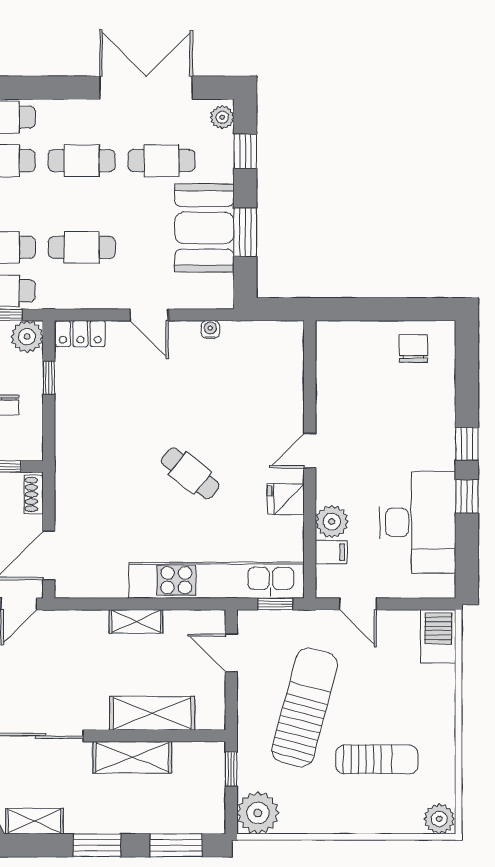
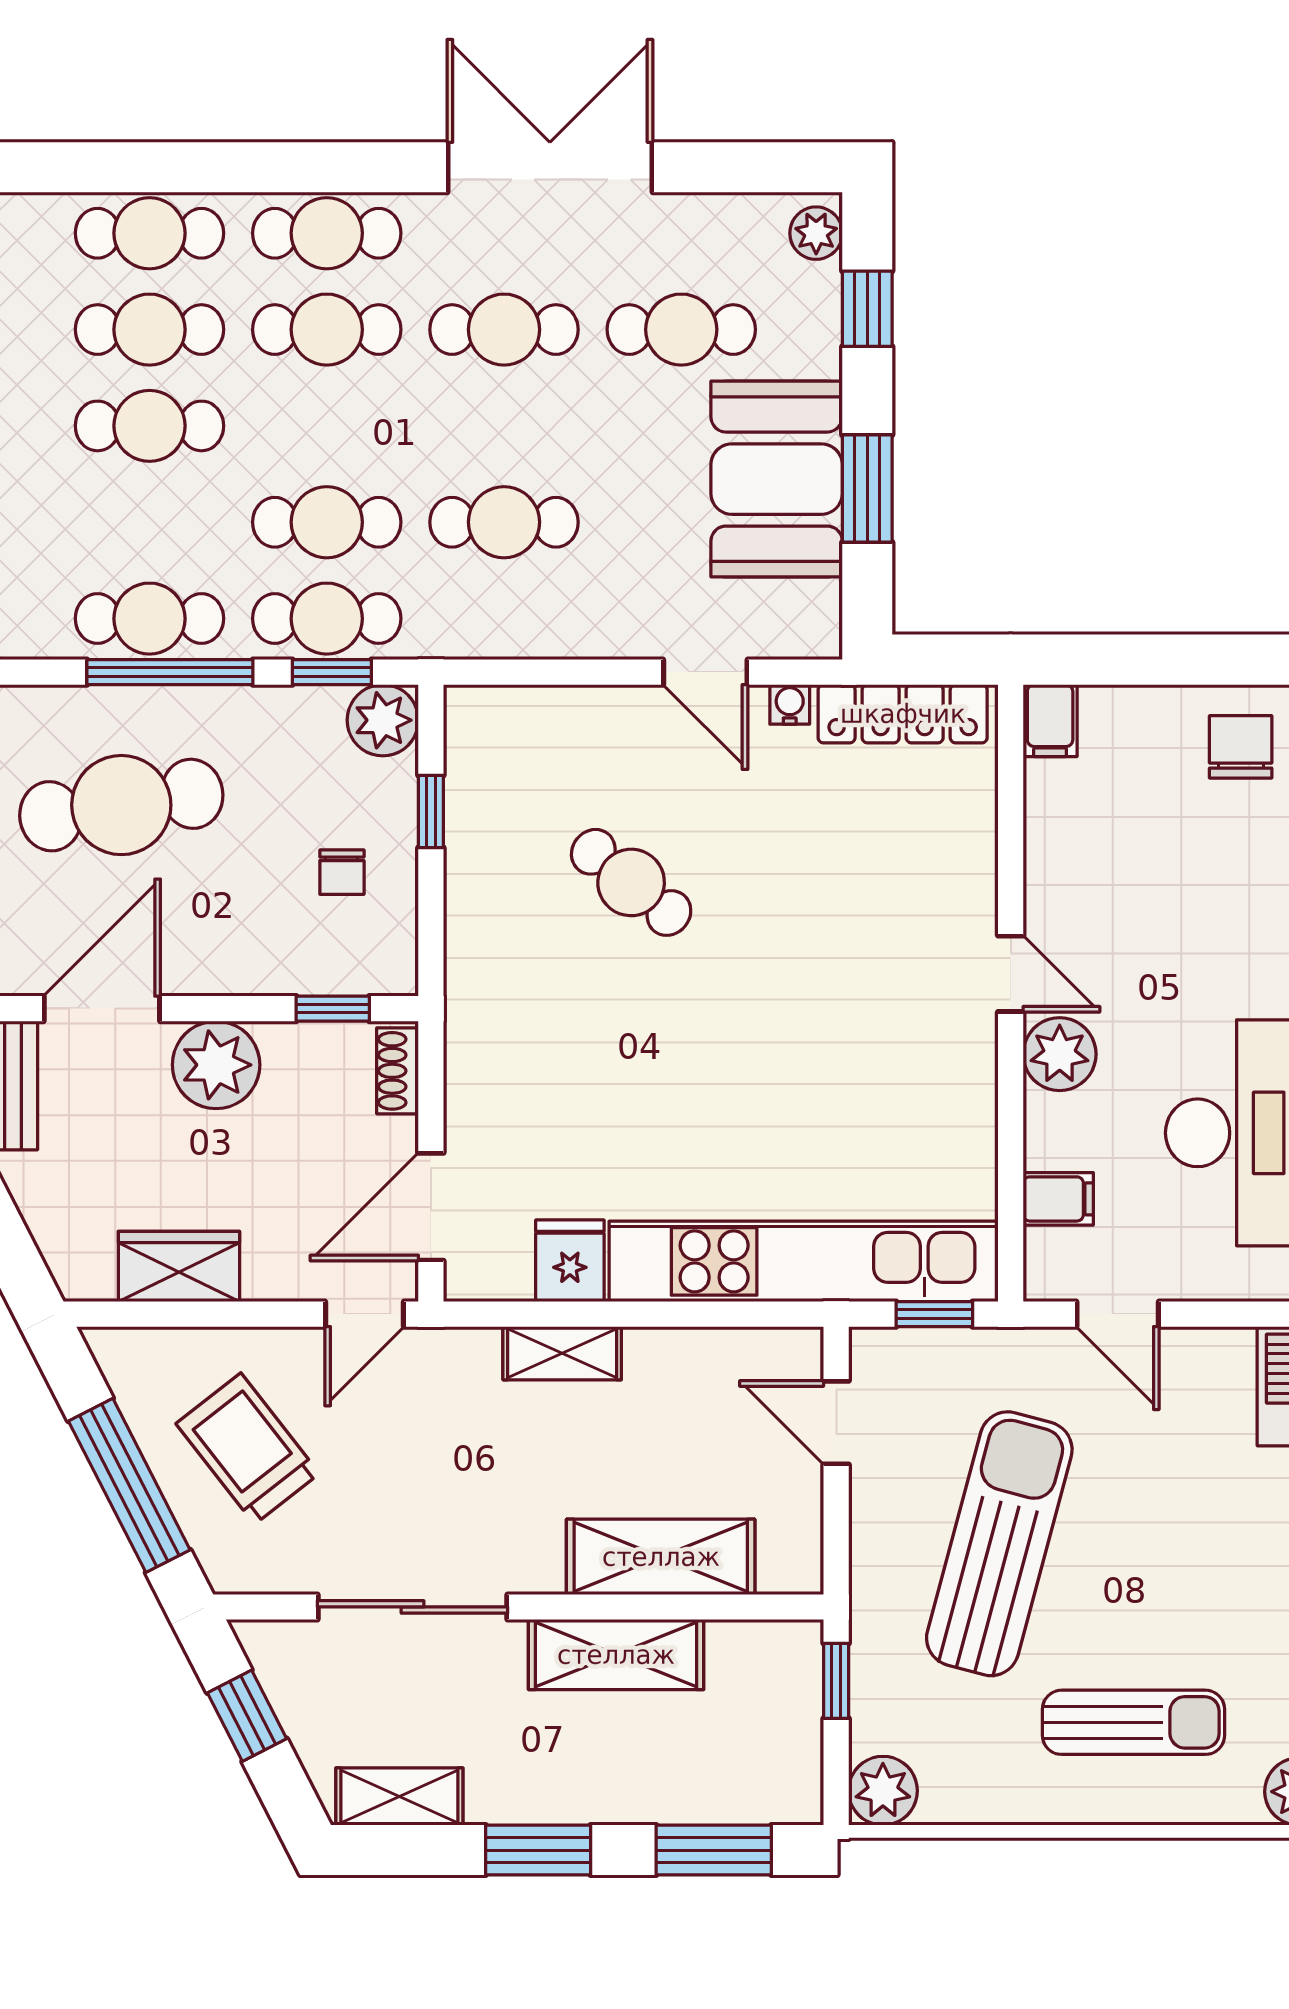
double door: (146, 88) -> (550, 167), moved
door: (149, 315) -> (705, 672), moved
locker: (80, 334) -> (903, 714), moved, width x1.53
filing cabinet: (328, 337) -> (1050, 721), added
door: (310, 451) -> (1011, 974), swing flipped
cafe table: (190, 473) -> (631, 882), moved
fridge: (286, 499) -> (570, 1261), moved, turned 90
plant: (332, 522) -> (1060, 1054), moved
shelving: (136, 622) -> (562, 1353), moved
sun lounger: (377, 759) -> (1133, 1722), moved
plant: (258, 813) -> (883, 1791), width x0.73, depth x0.73

